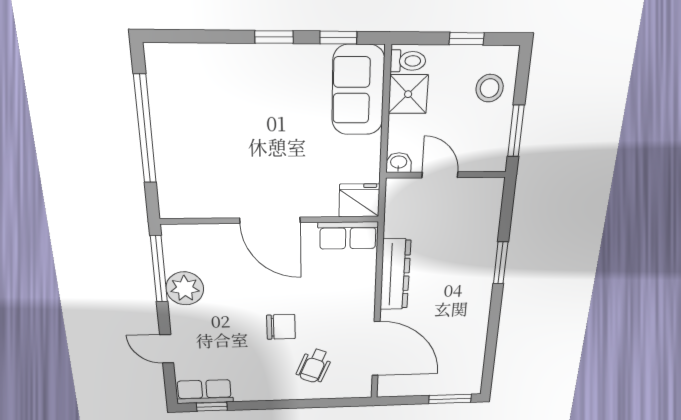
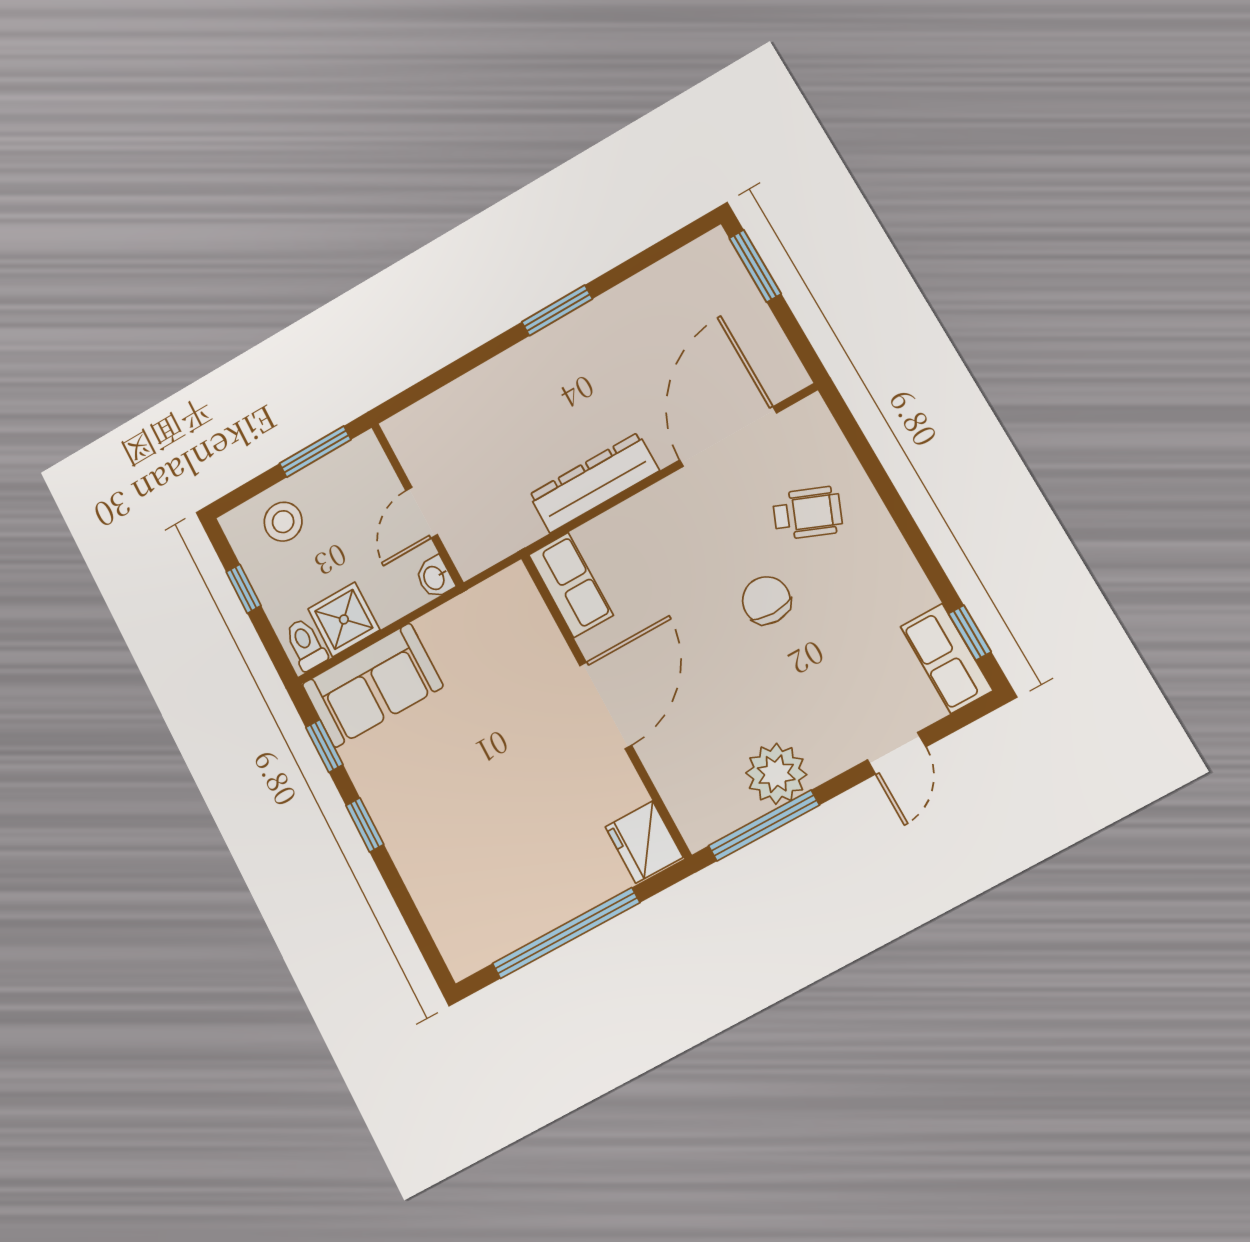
fridge: (359, 200) -> (644, 842), moved
window: (501, 263) -> (557, 310), moved

